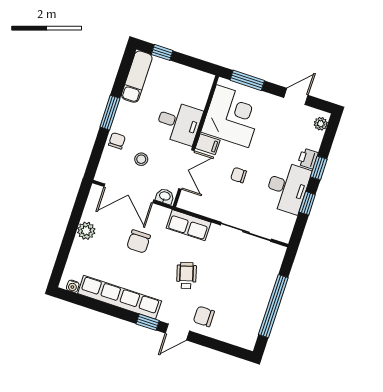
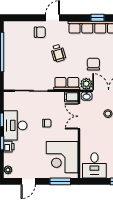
desk: (179, 123) -> (94, 165), moved, turned -90
filing cabinet: (208, 144) -> (71, 97), moved
plant: (159, 215) -> (86, 84), added
window: (148, 322) -> (98, 18), moved

